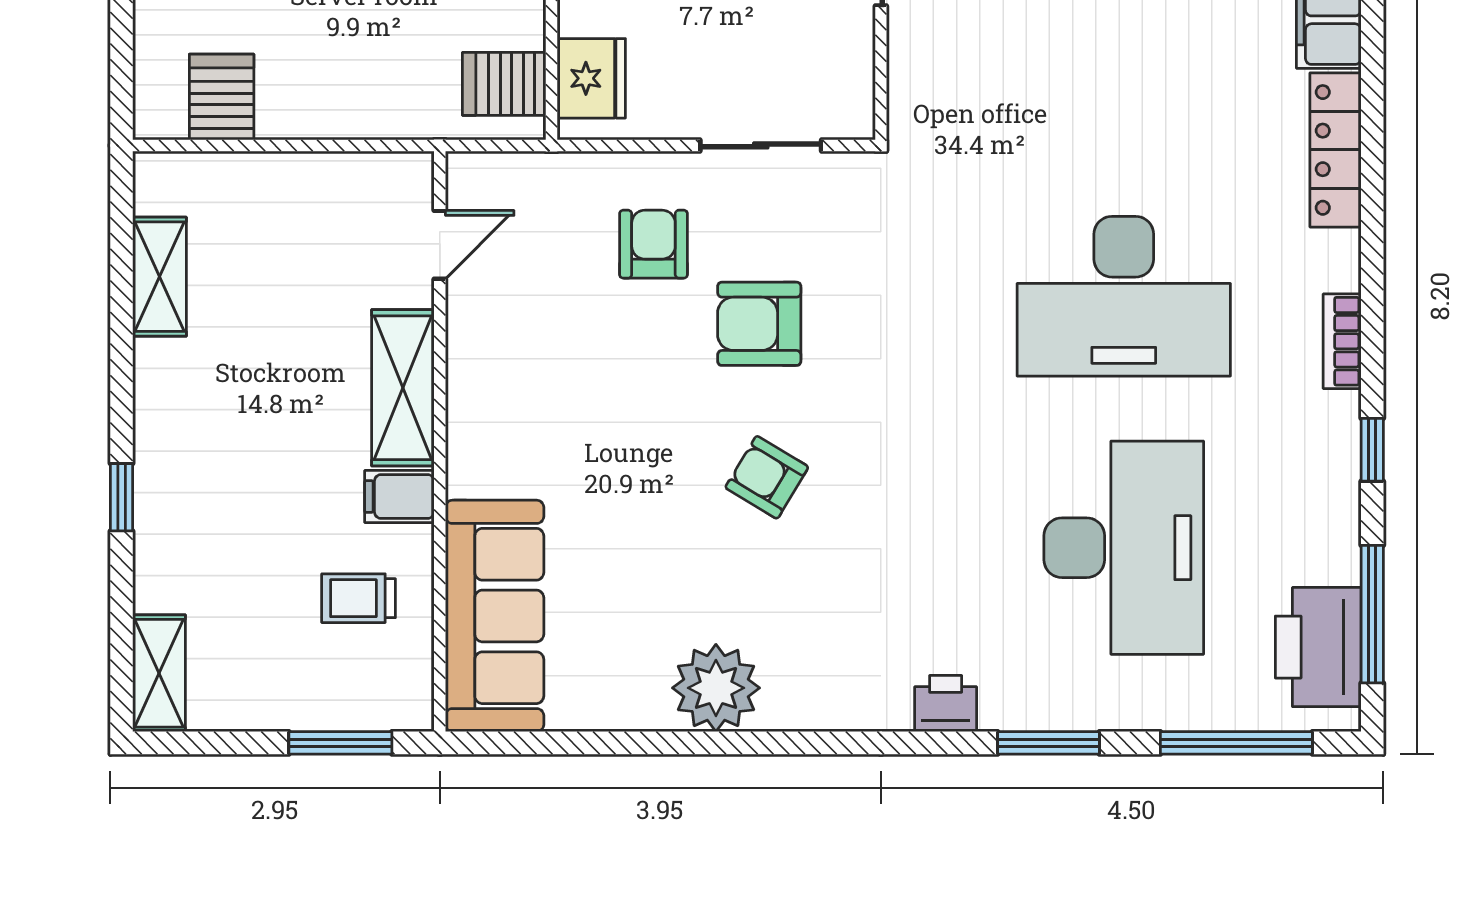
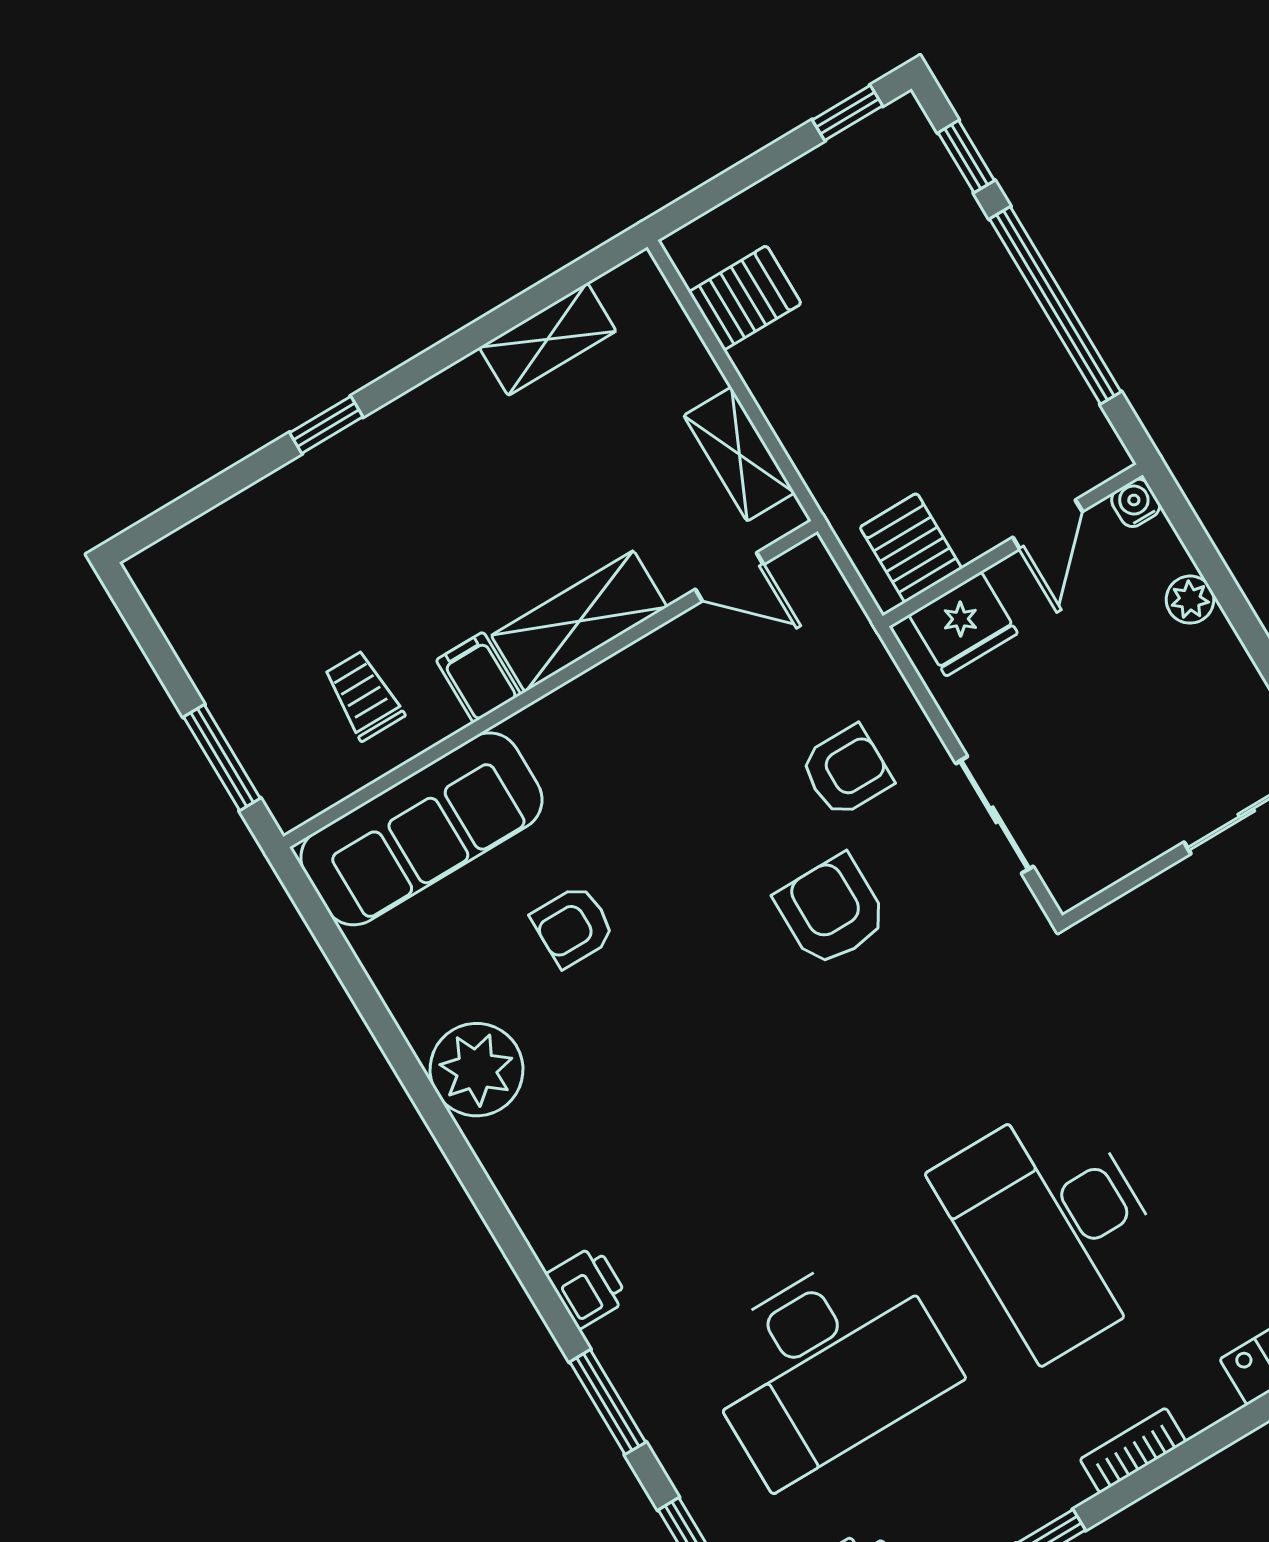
armchair: (767, 477) -> (573, 926), moved, turned -121
shelving: (159, 673) -> (739, 454), moved, turned 90

